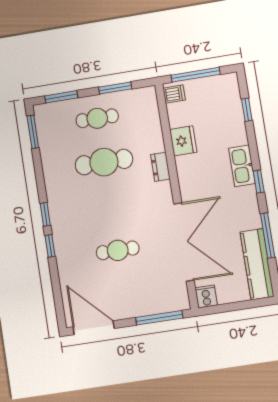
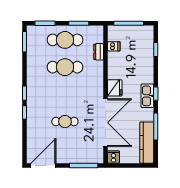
dishwasher: (174, 94) -> (114, 46), moved
cafe table: (97, 118) -> (65, 40), width x1.37, depth x1.35
fridge: (183, 141) -> (115, 88), moved
kitchen sink: (242, 166) -> (147, 96), moved
dresser: (160, 167) -> (99, 52), moved
door: (94, 328) -> (43, 165), hinge flipped

